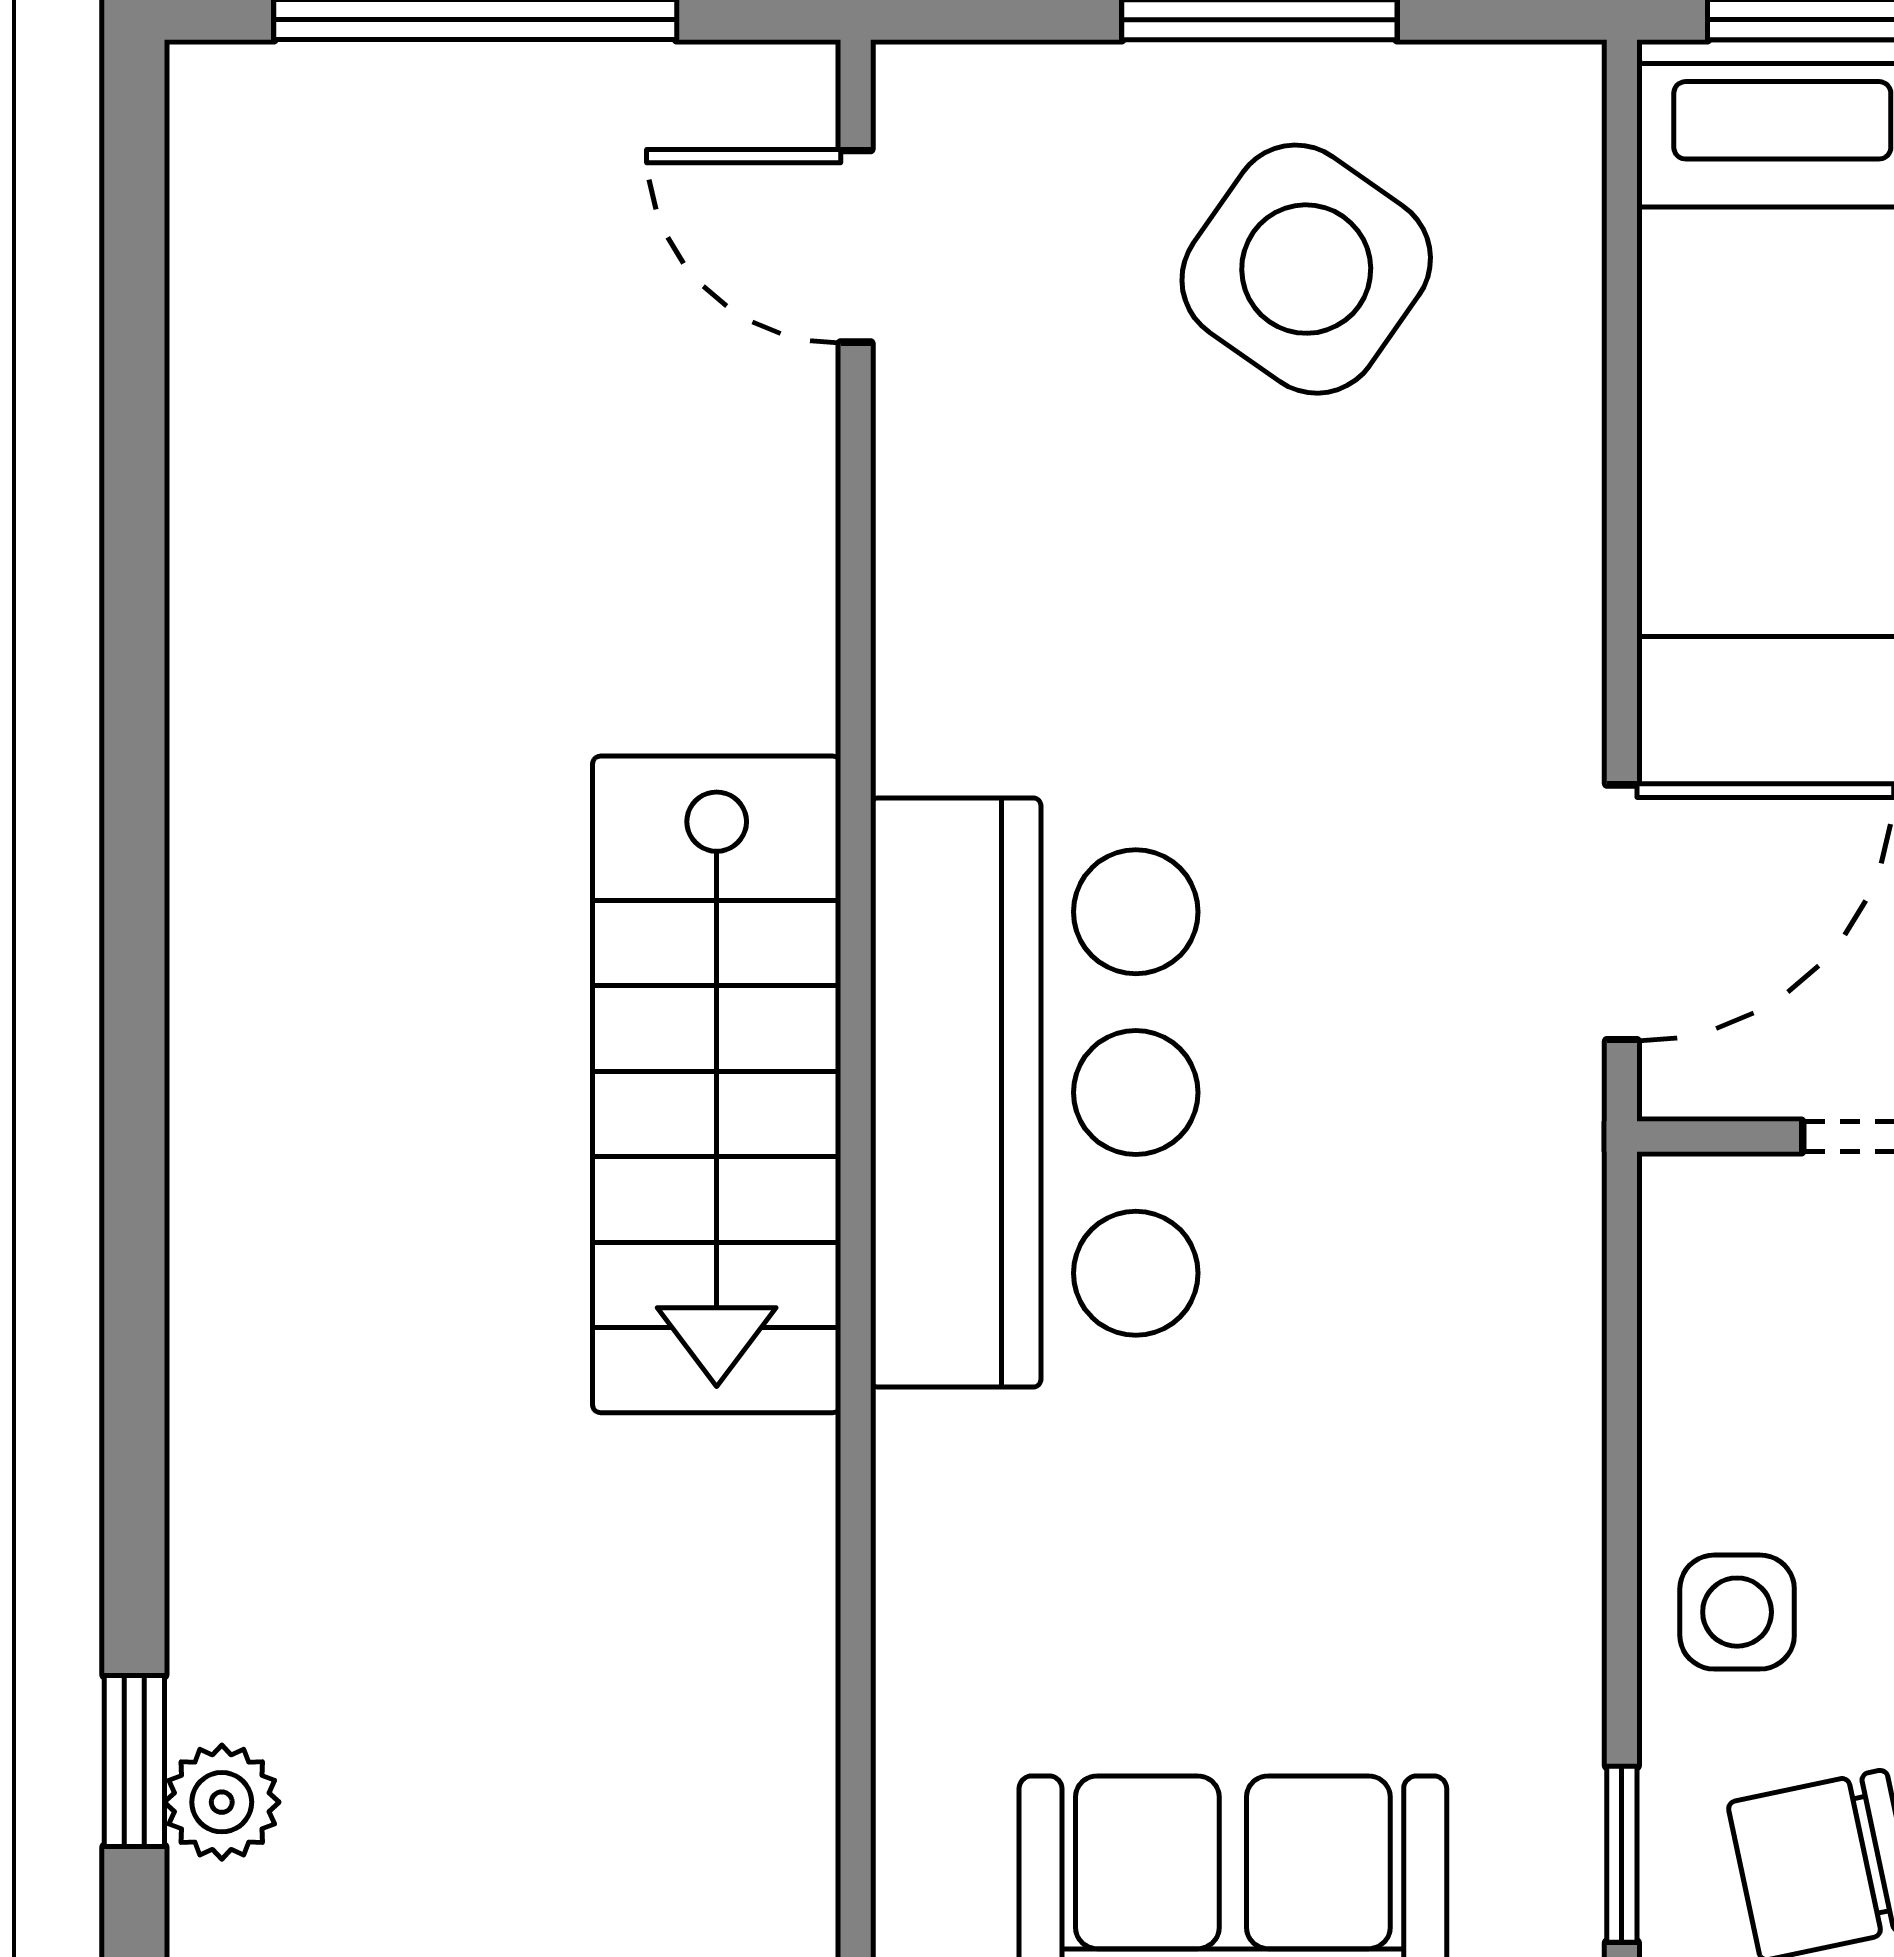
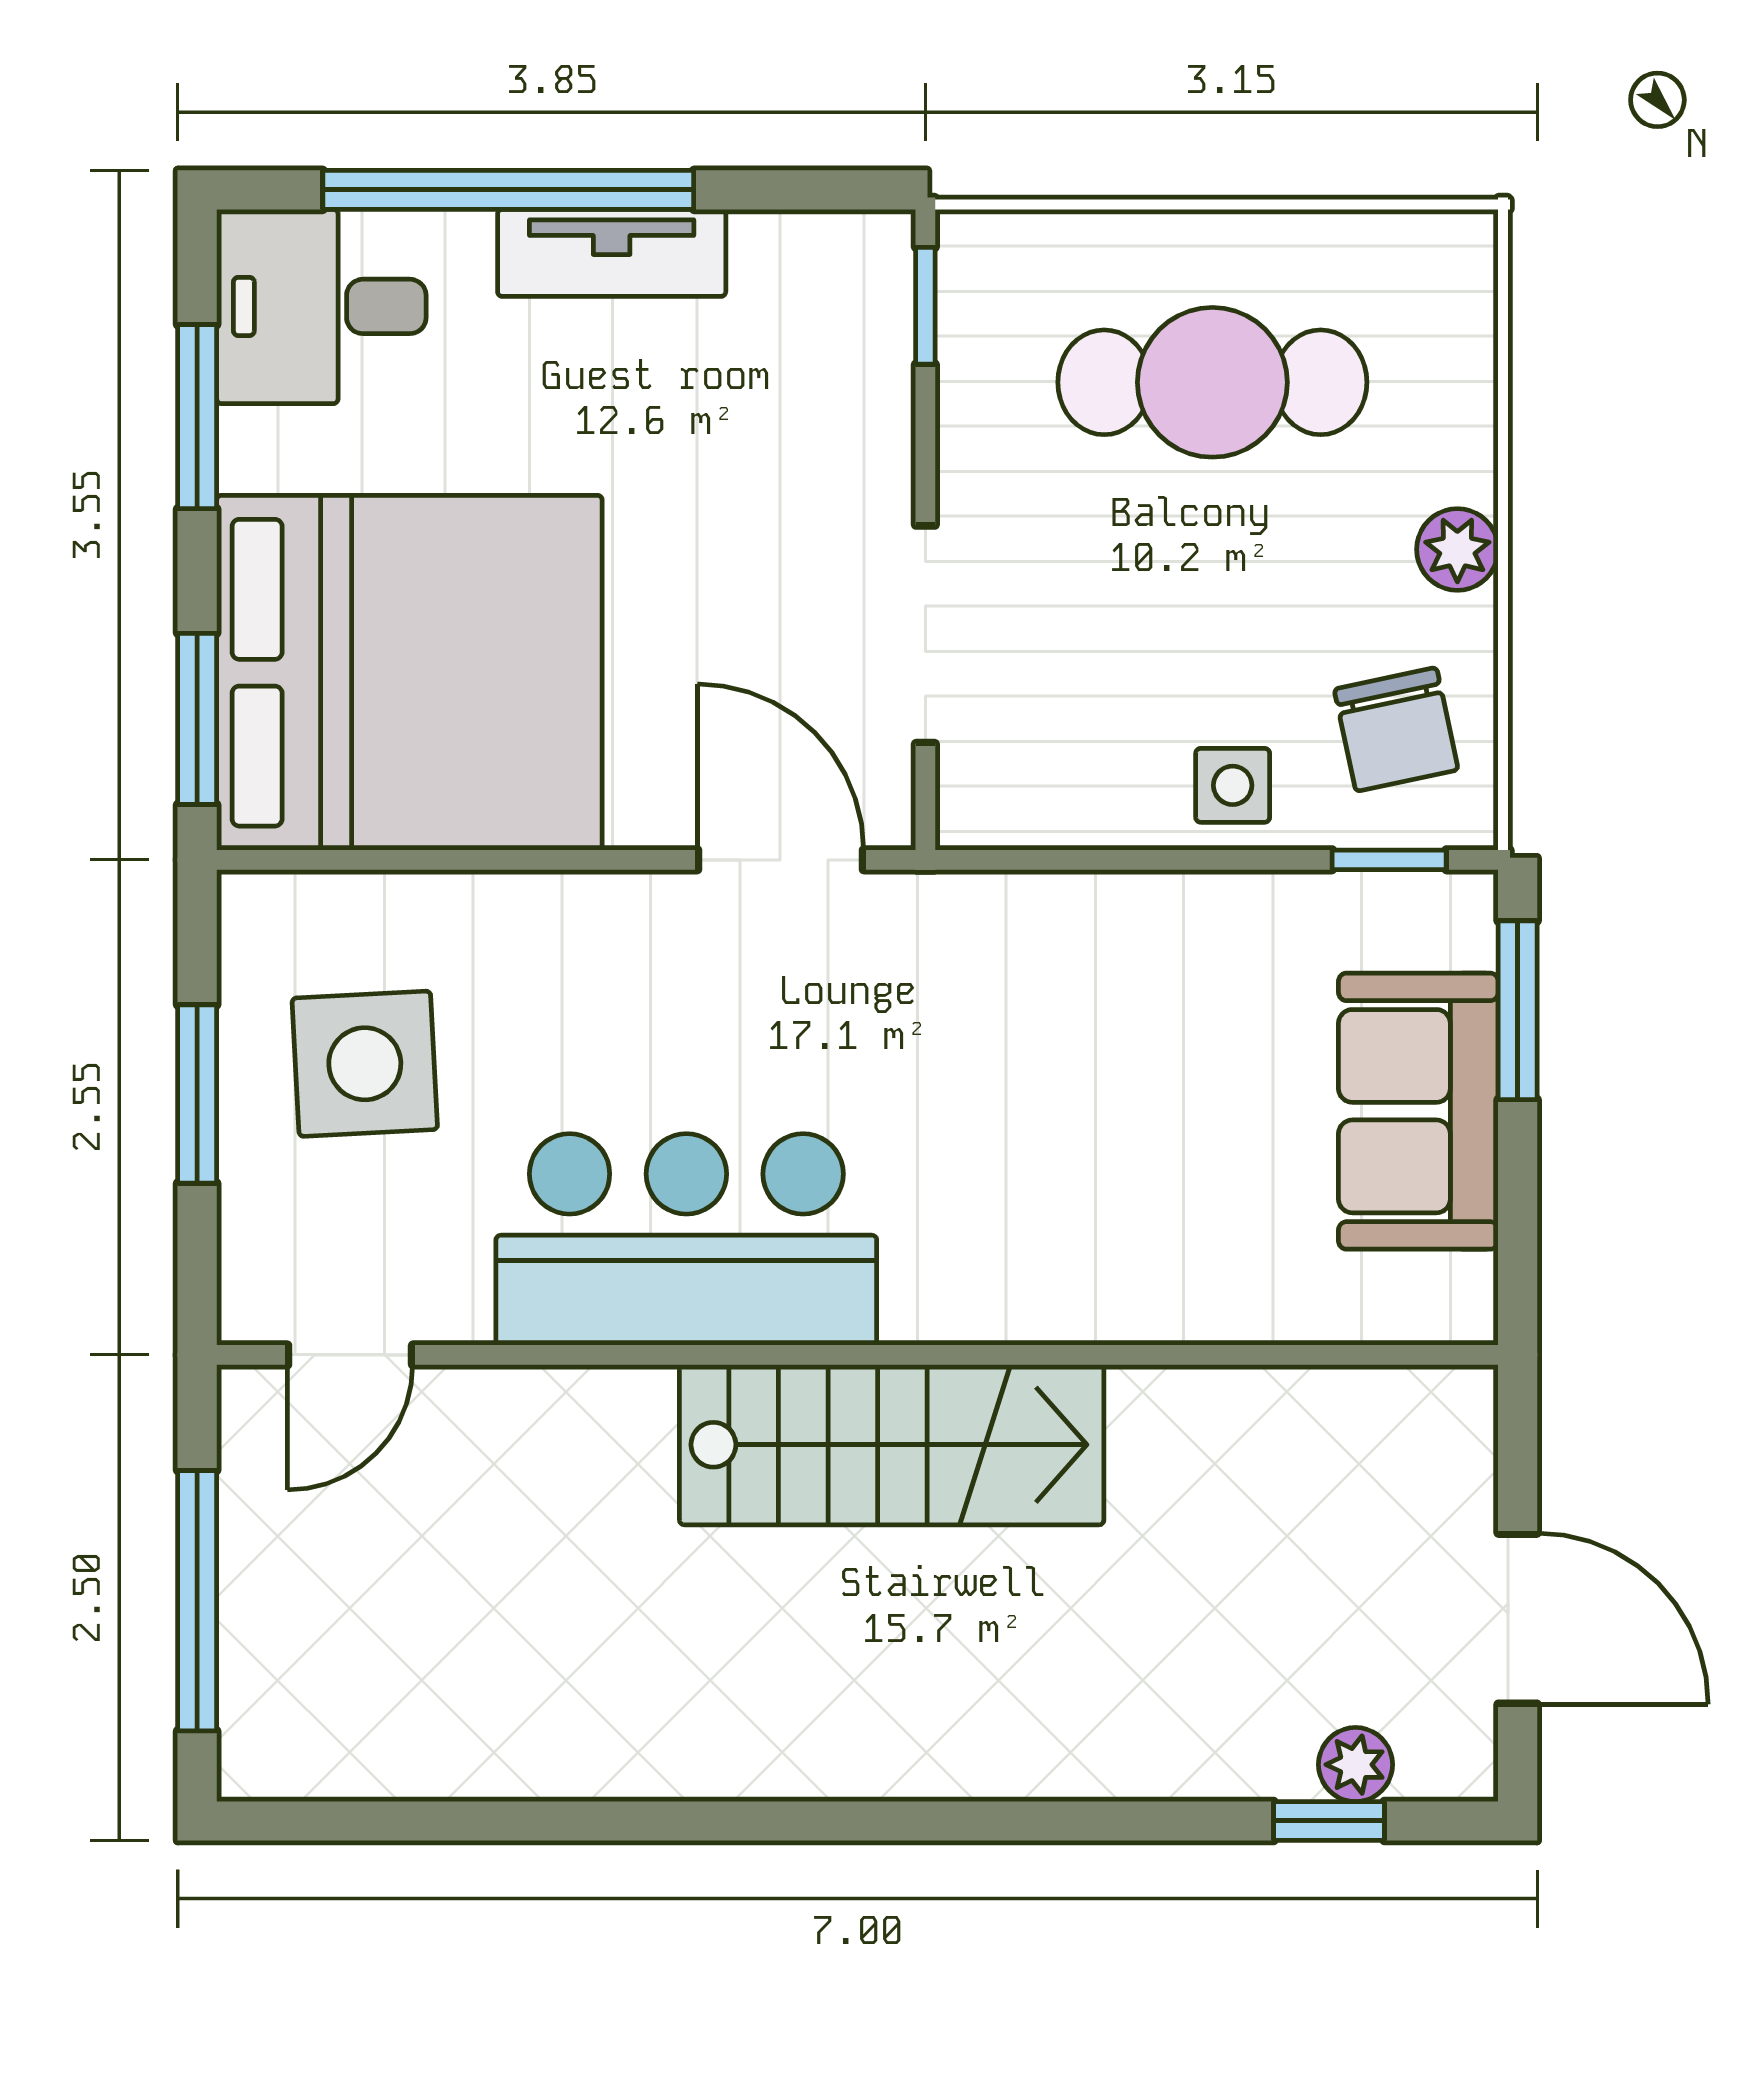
side table: (1306, 269) -> (365, 1064), turned -38
bar counter: (1034, 1093) -> (686, 1239), moved

